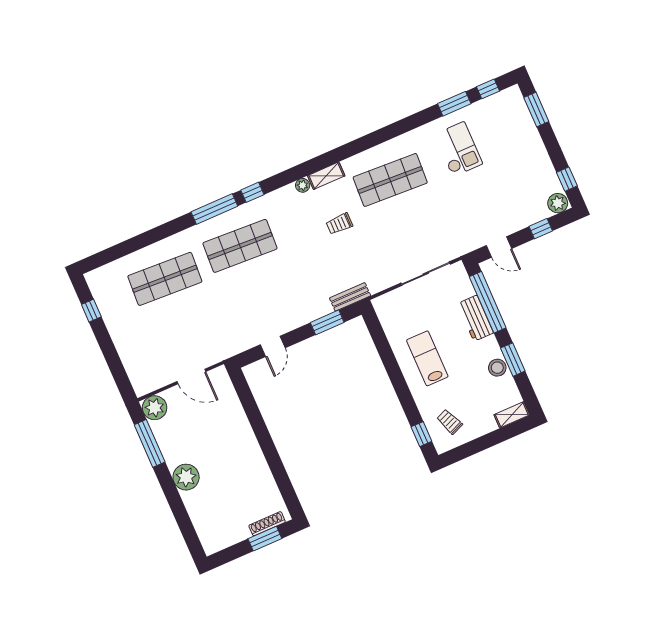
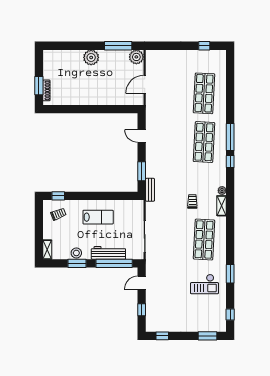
window: (454, 104) -> (230, 274), moved
plant: (558, 203) -> (151, 325), removed
workbench: (475, 318) -> (108, 253), width x1.38

